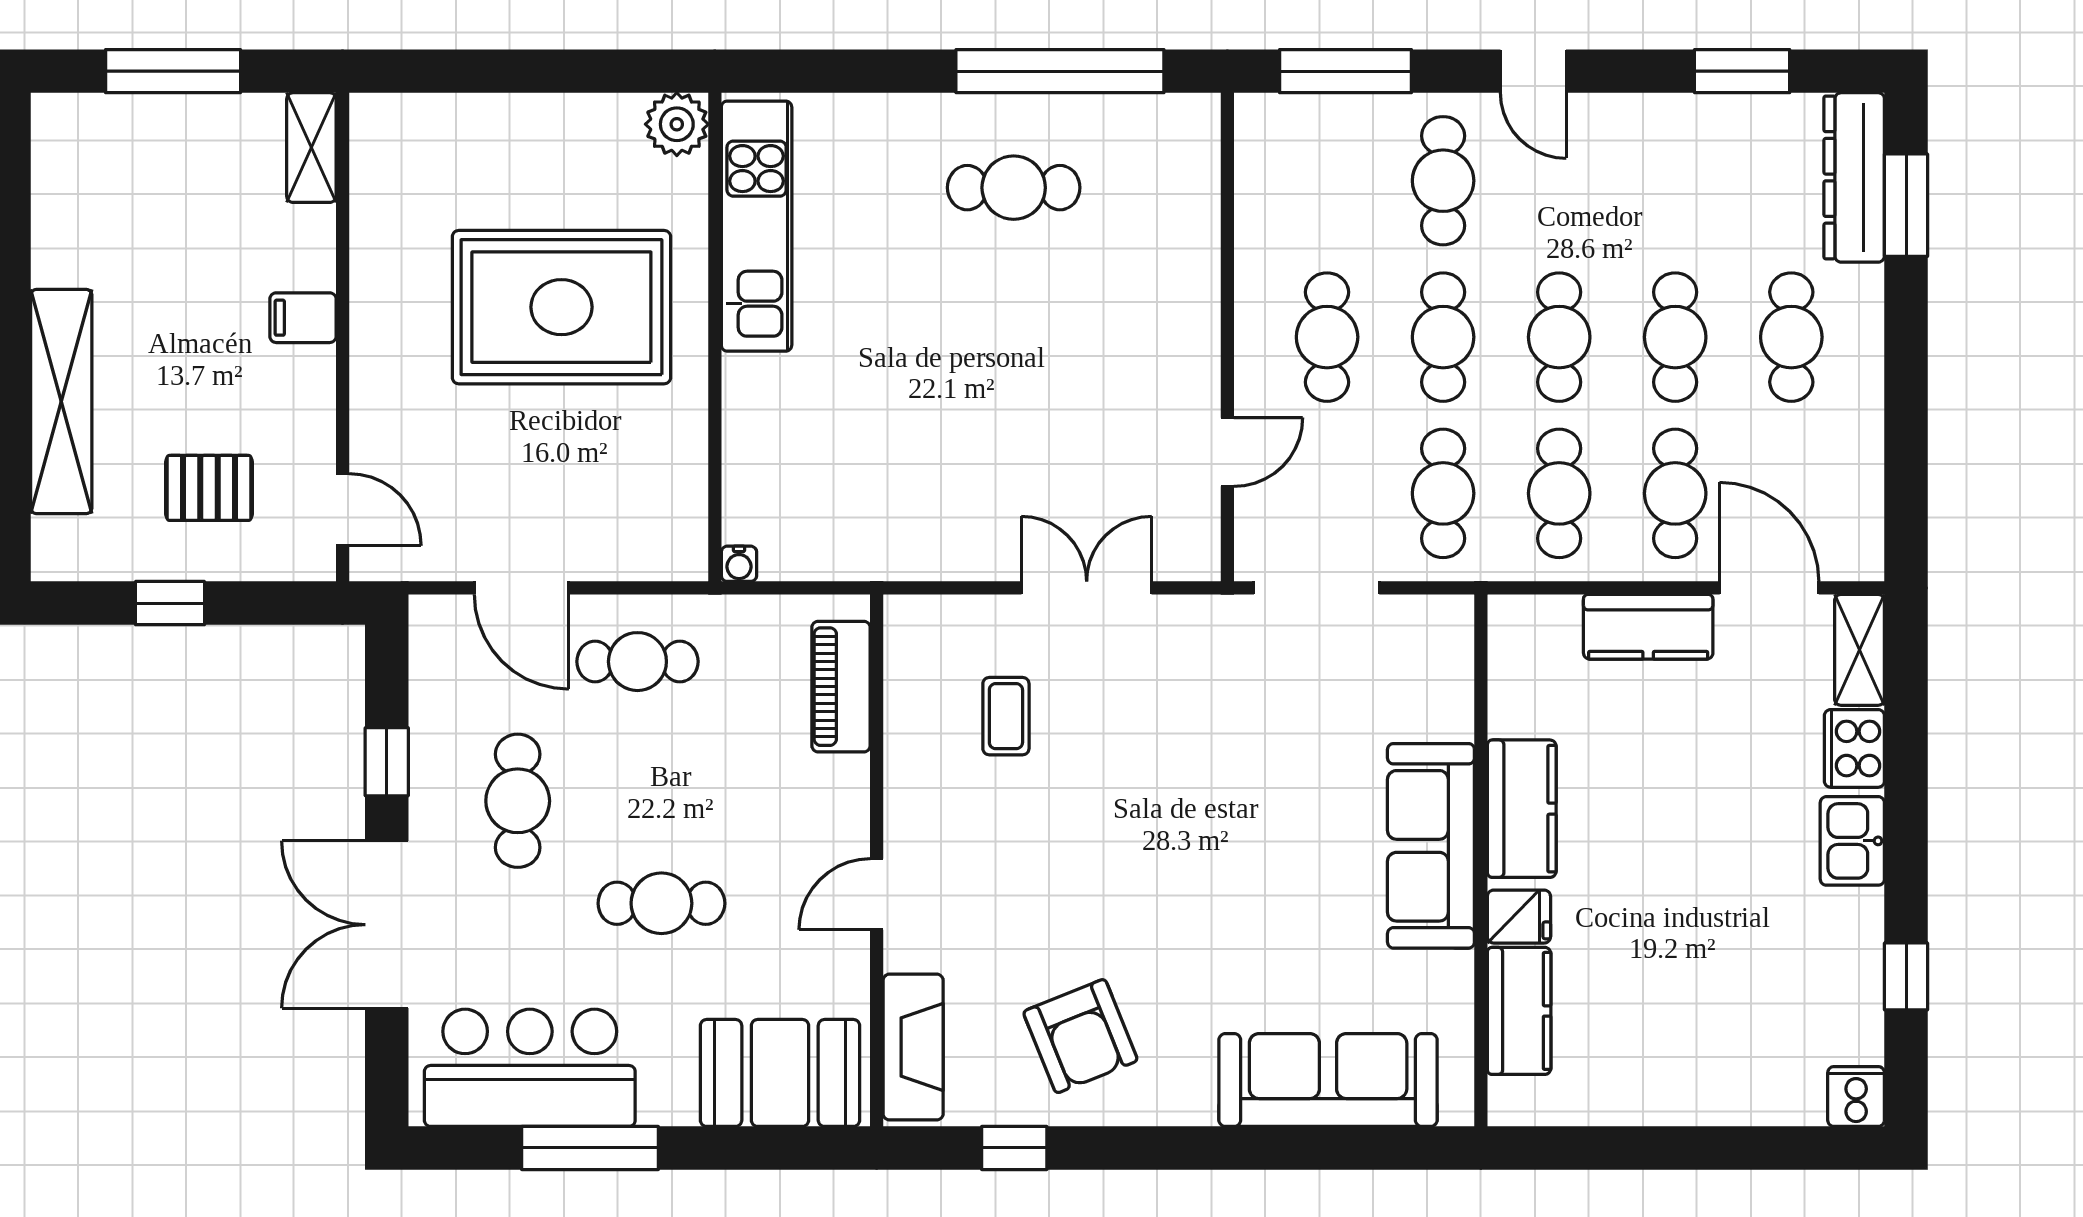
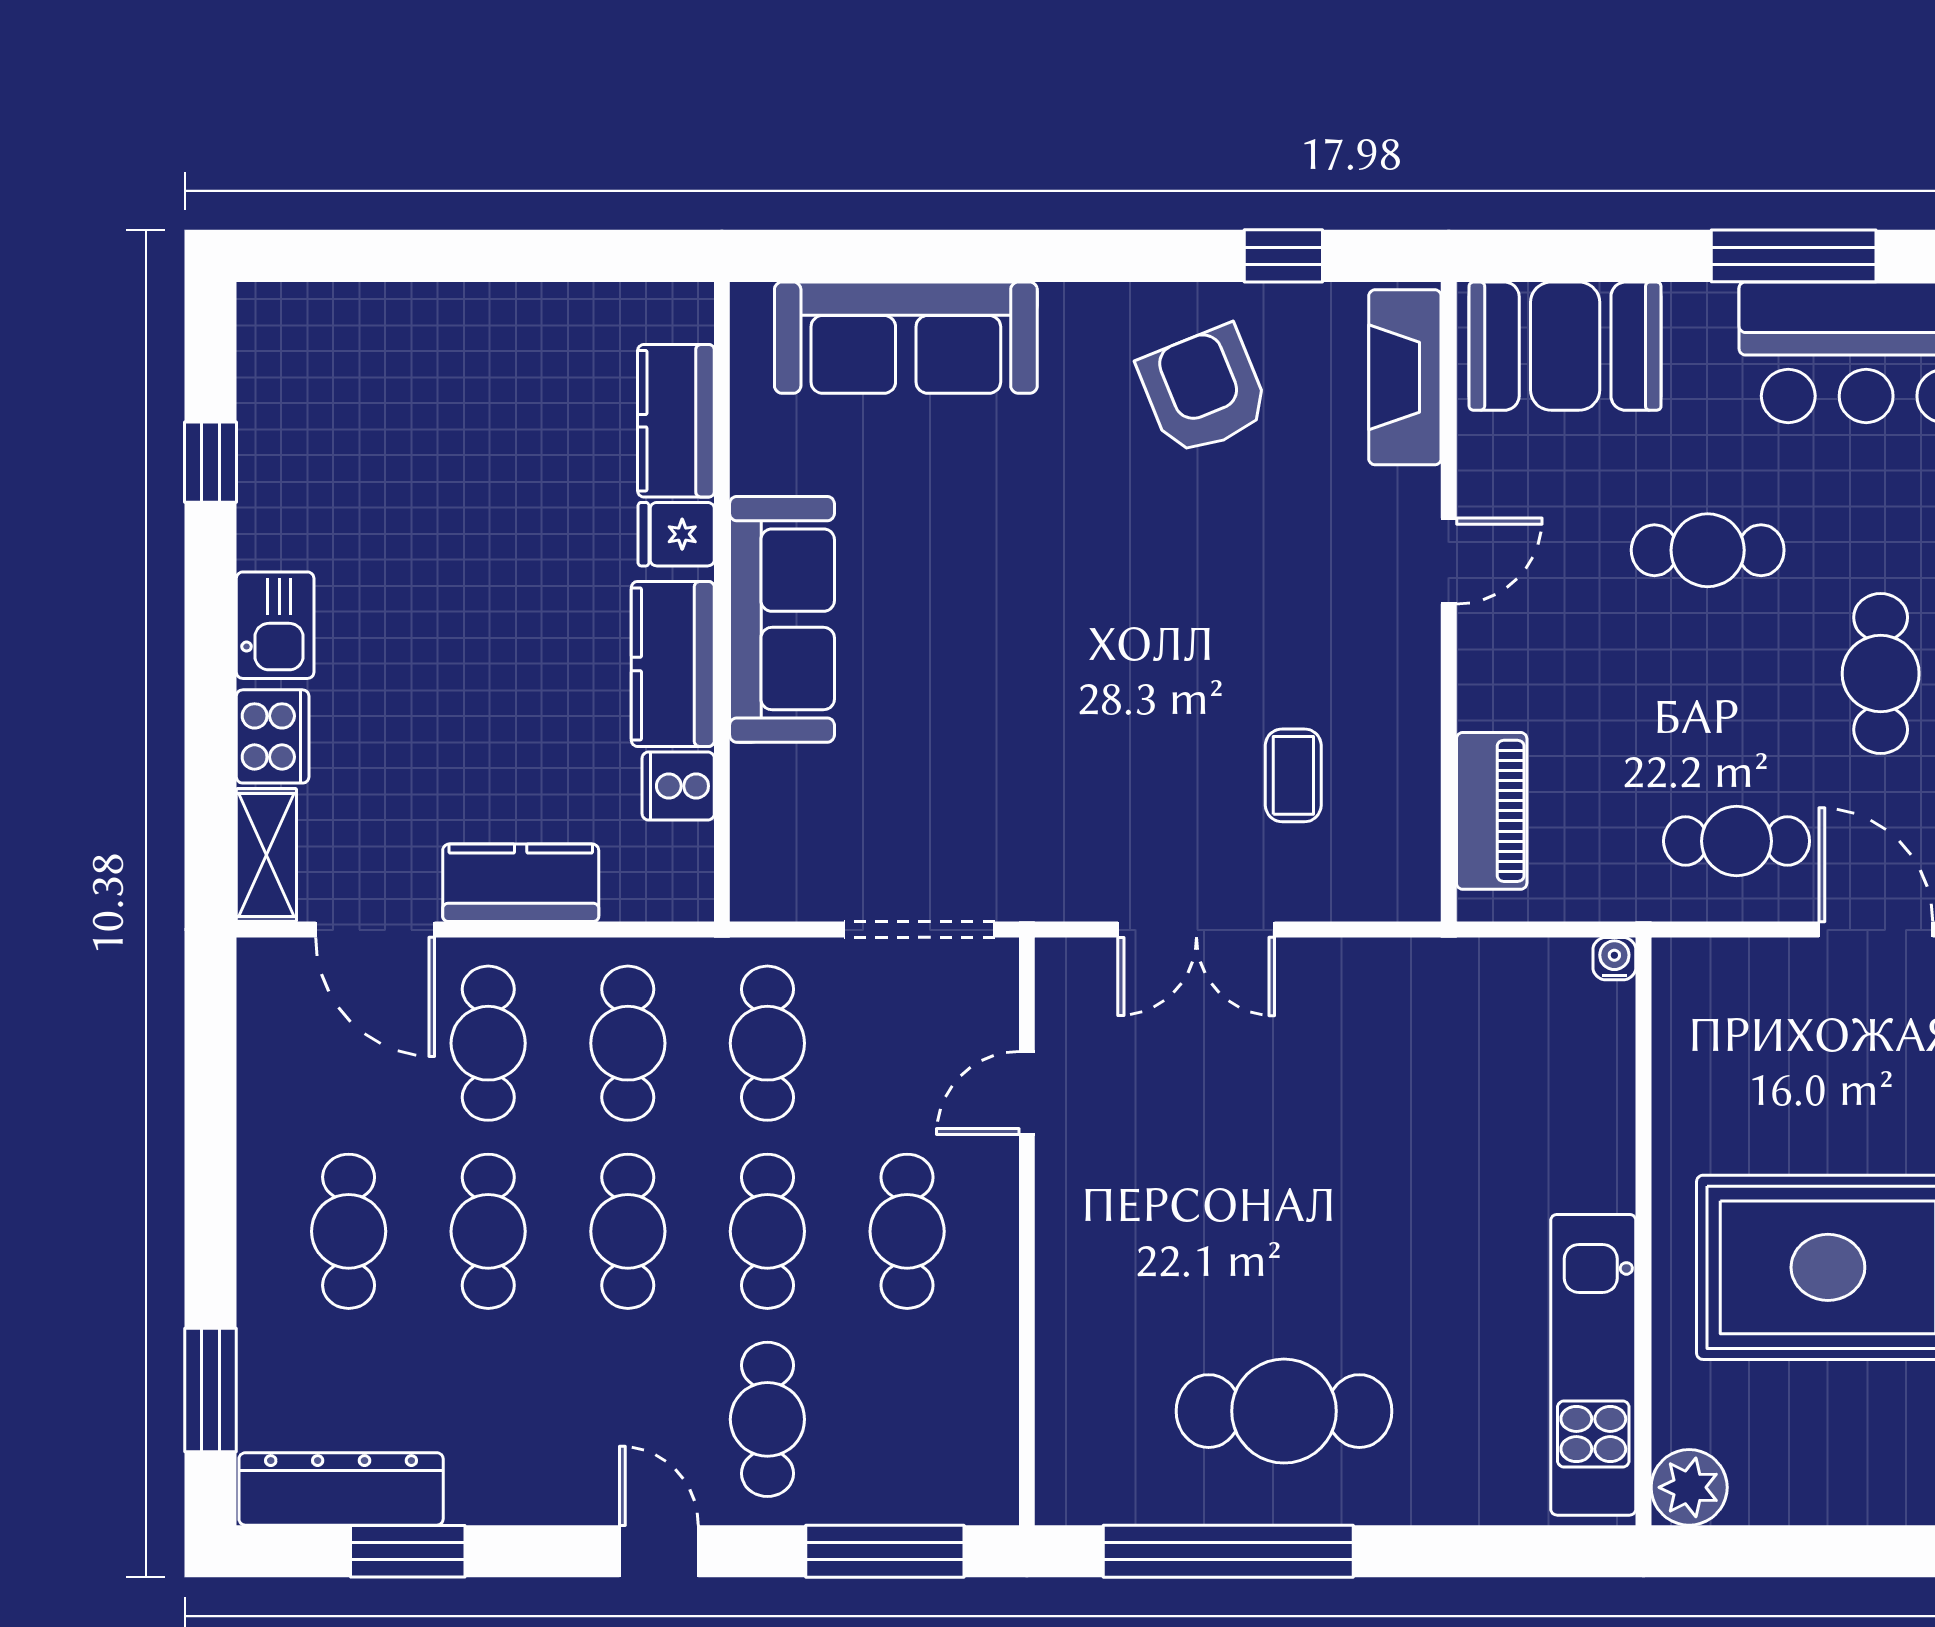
dresser: (1854, 177) -> (341, 1489), moved, turned -90
cafe table: (1014, 188) -> (1284, 1411), width x1.37, depth x1.35
cooker: (1856, 1096) -> (678, 786), moved, turned 90

